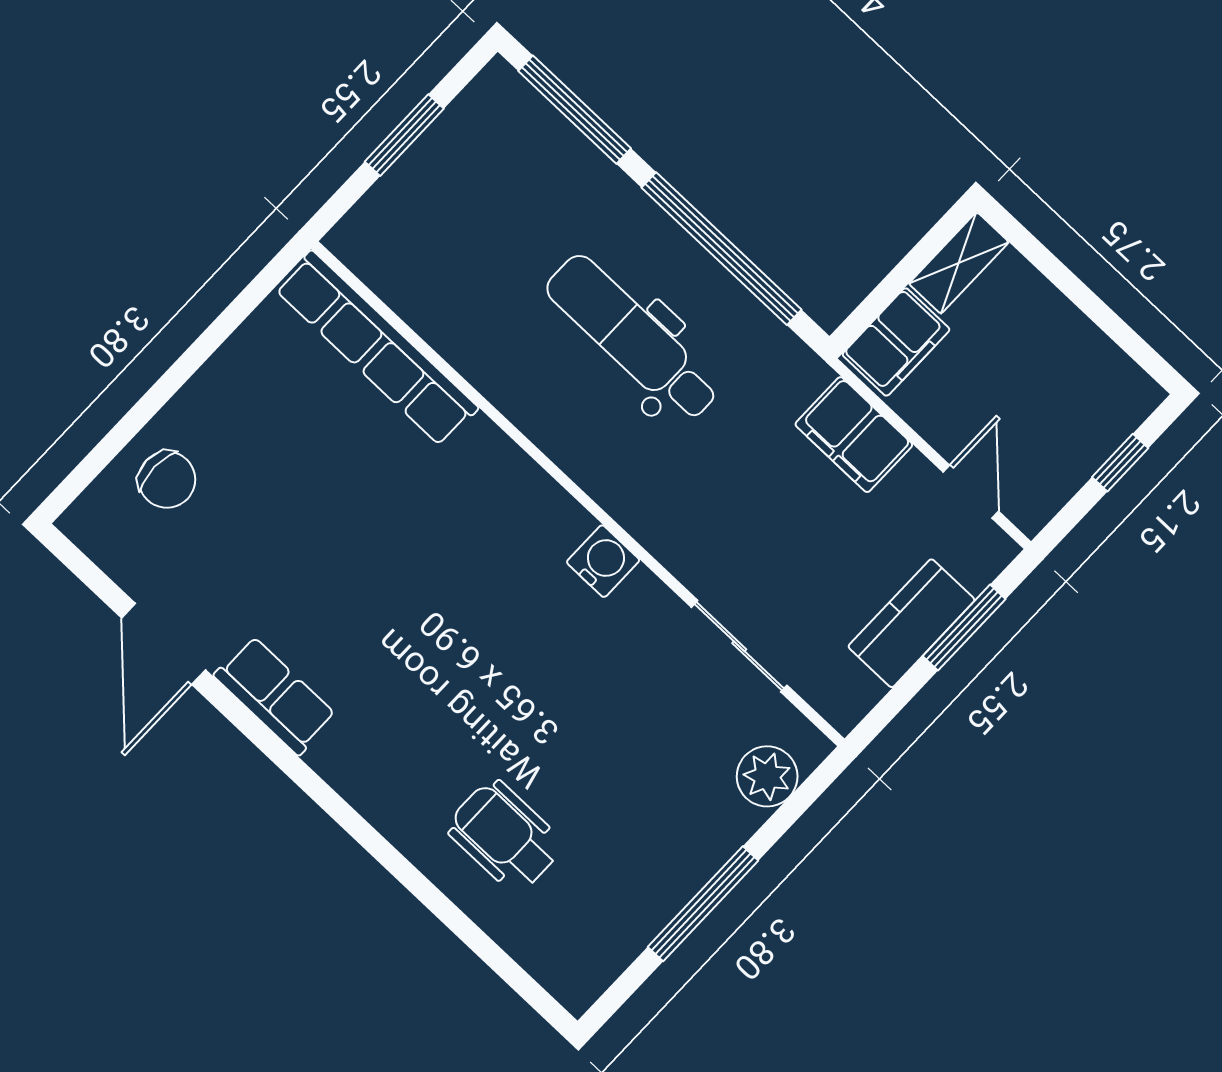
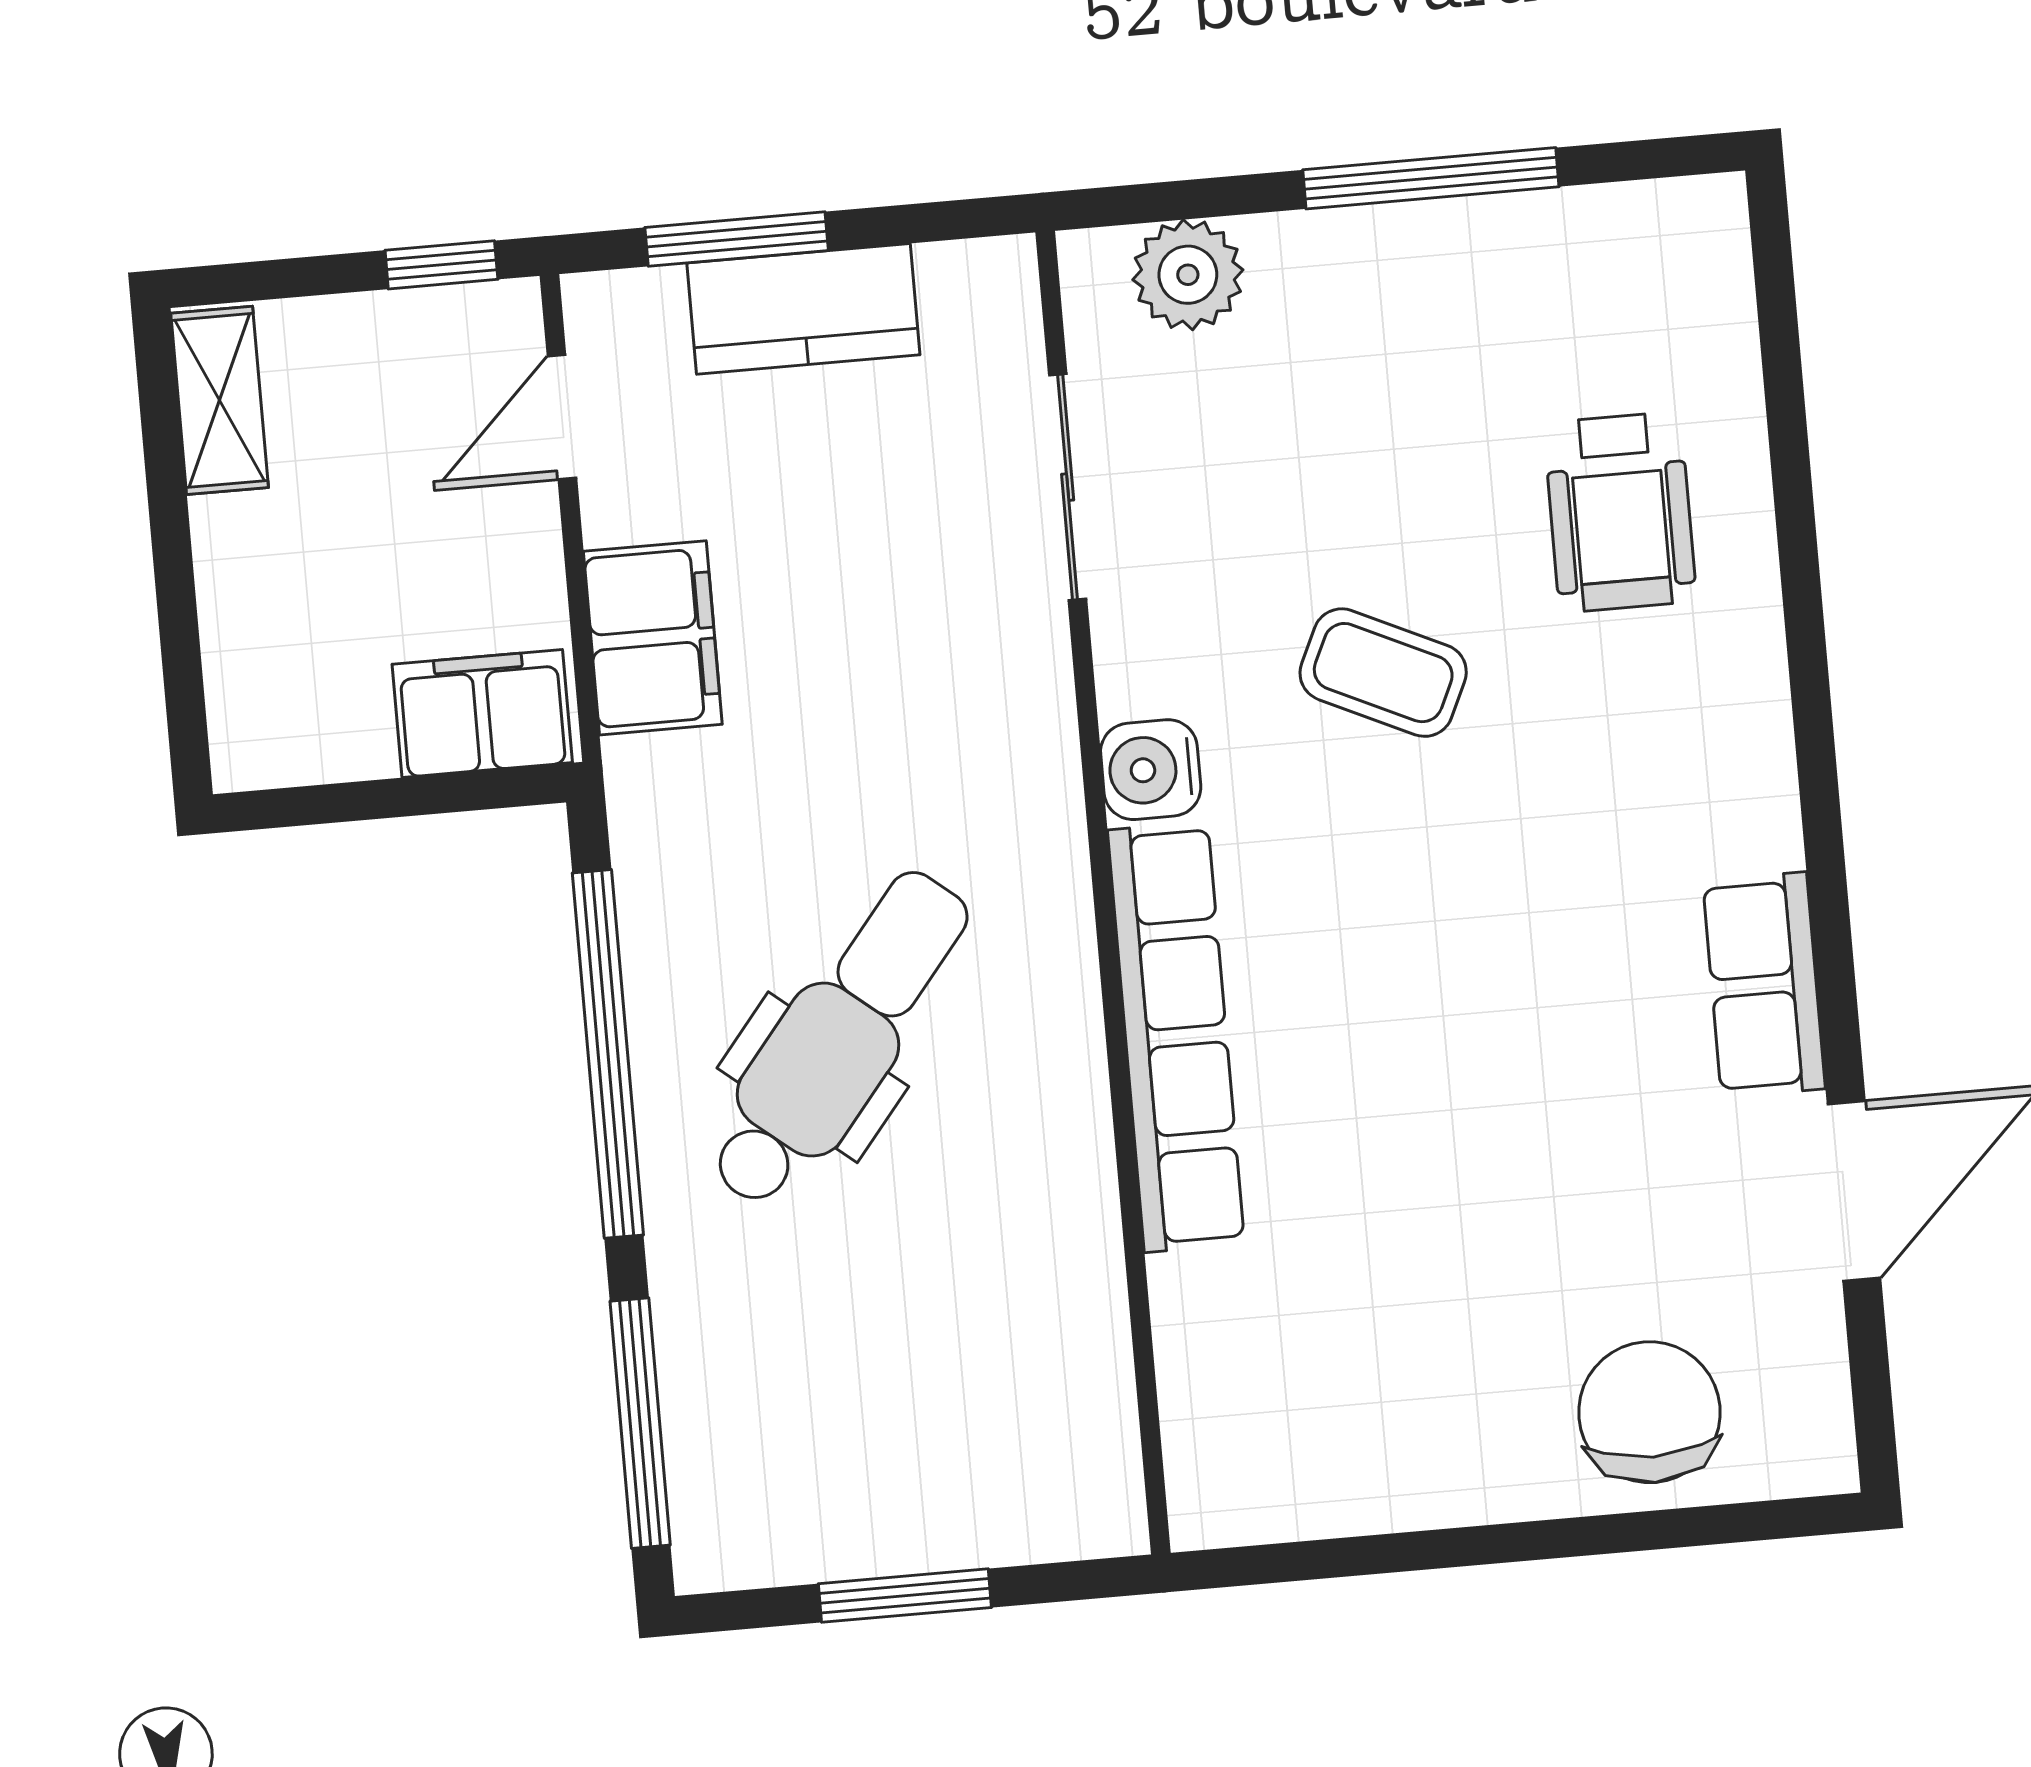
shelving: (959, 263) -> (220, 400), moved, turned 90
dental chair: (633, 338) -> (839, 1039), turned -141
row of seats: (377, 348) -> (1176, 1037), moved
window: (1120, 463) -> (441, 265), moved
chair: (167, 480) -> (1649, 1412), width x1.37, depth x1.37
coffee table: (543, 685) -> (1383, 673), added

